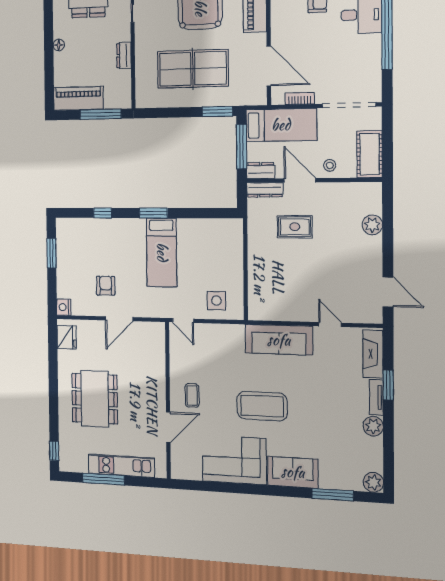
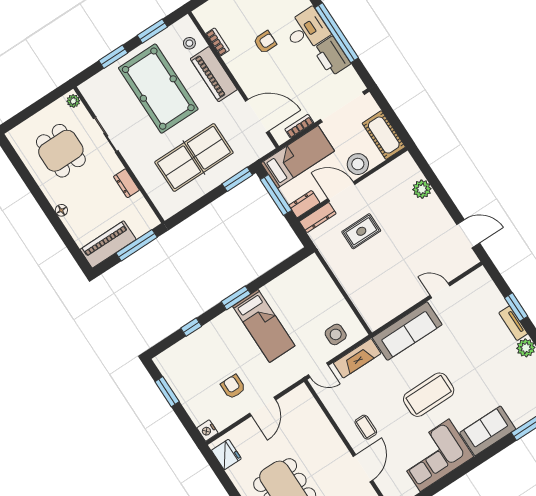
printer: (369, 53) -> (332, 56), added
stool: (330, 165) -> (358, 164), width x1.89, depth x1.89
fireplace: (373, 354) -> (357, 358), moved, turned -90

